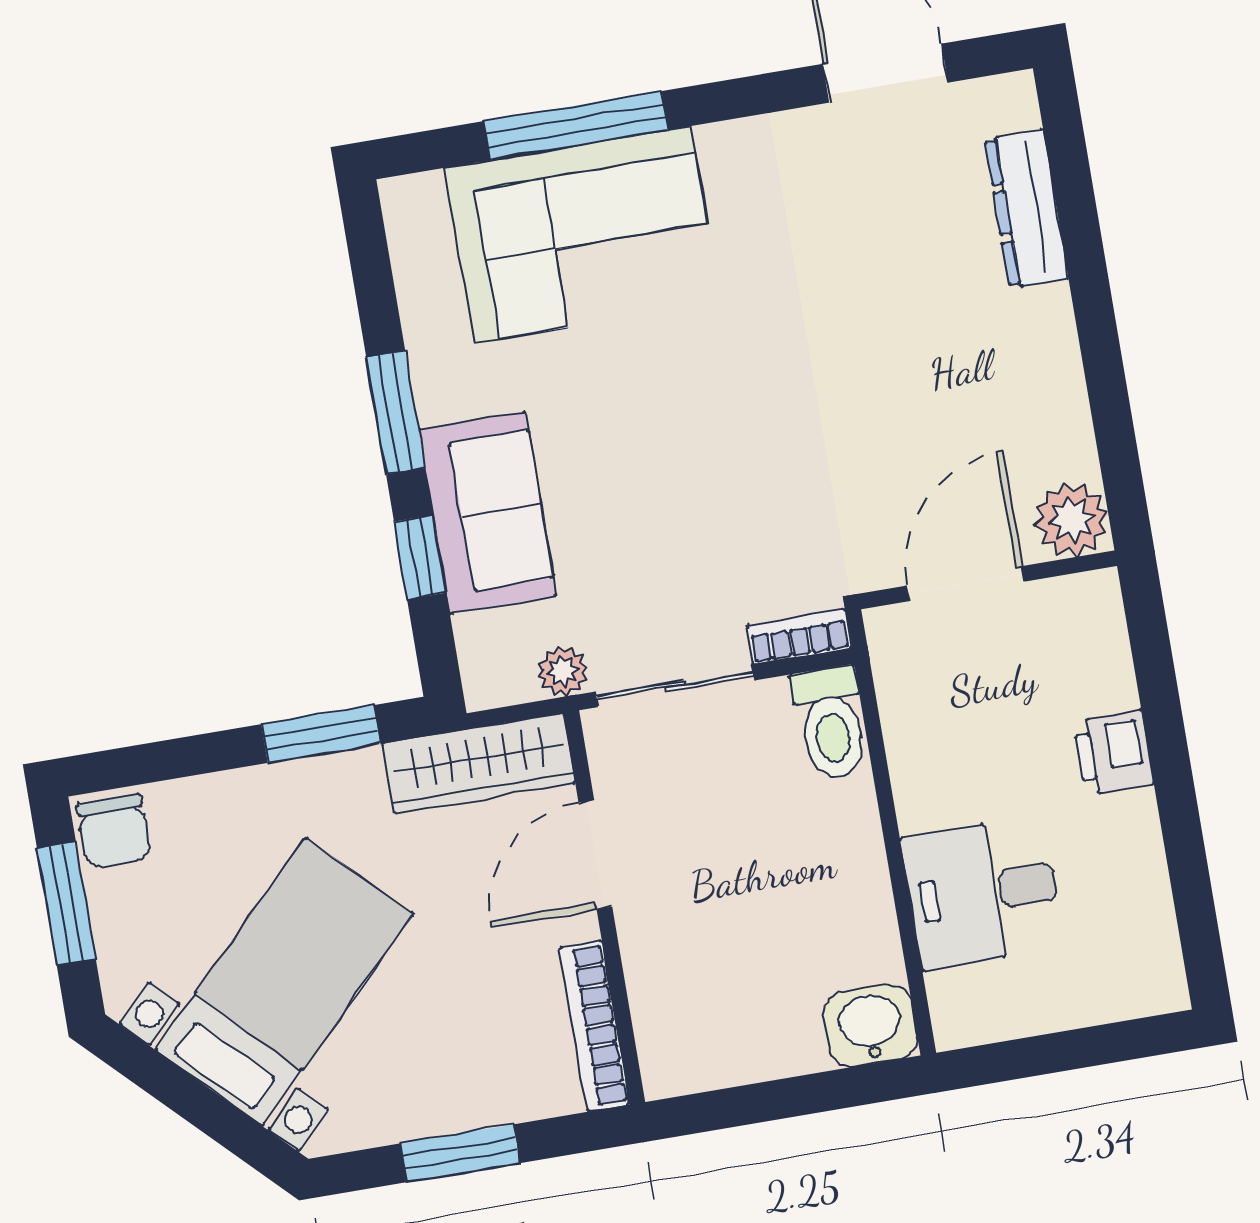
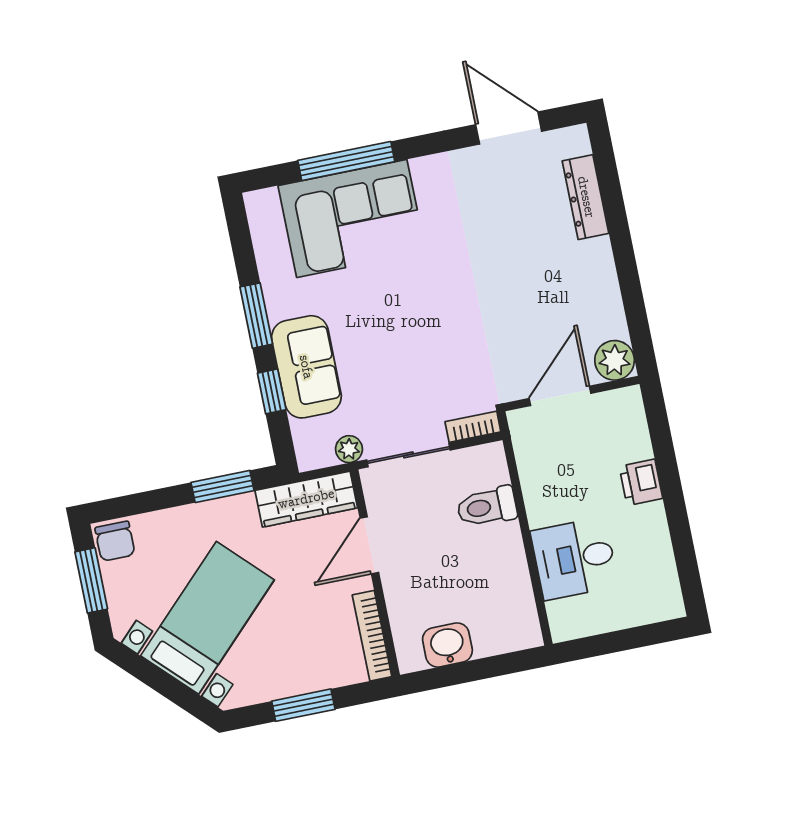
toilet: (831, 723) -> (487, 507), moved, turned 90
washbasin: (870, 1026) -> (447, 645), moved

